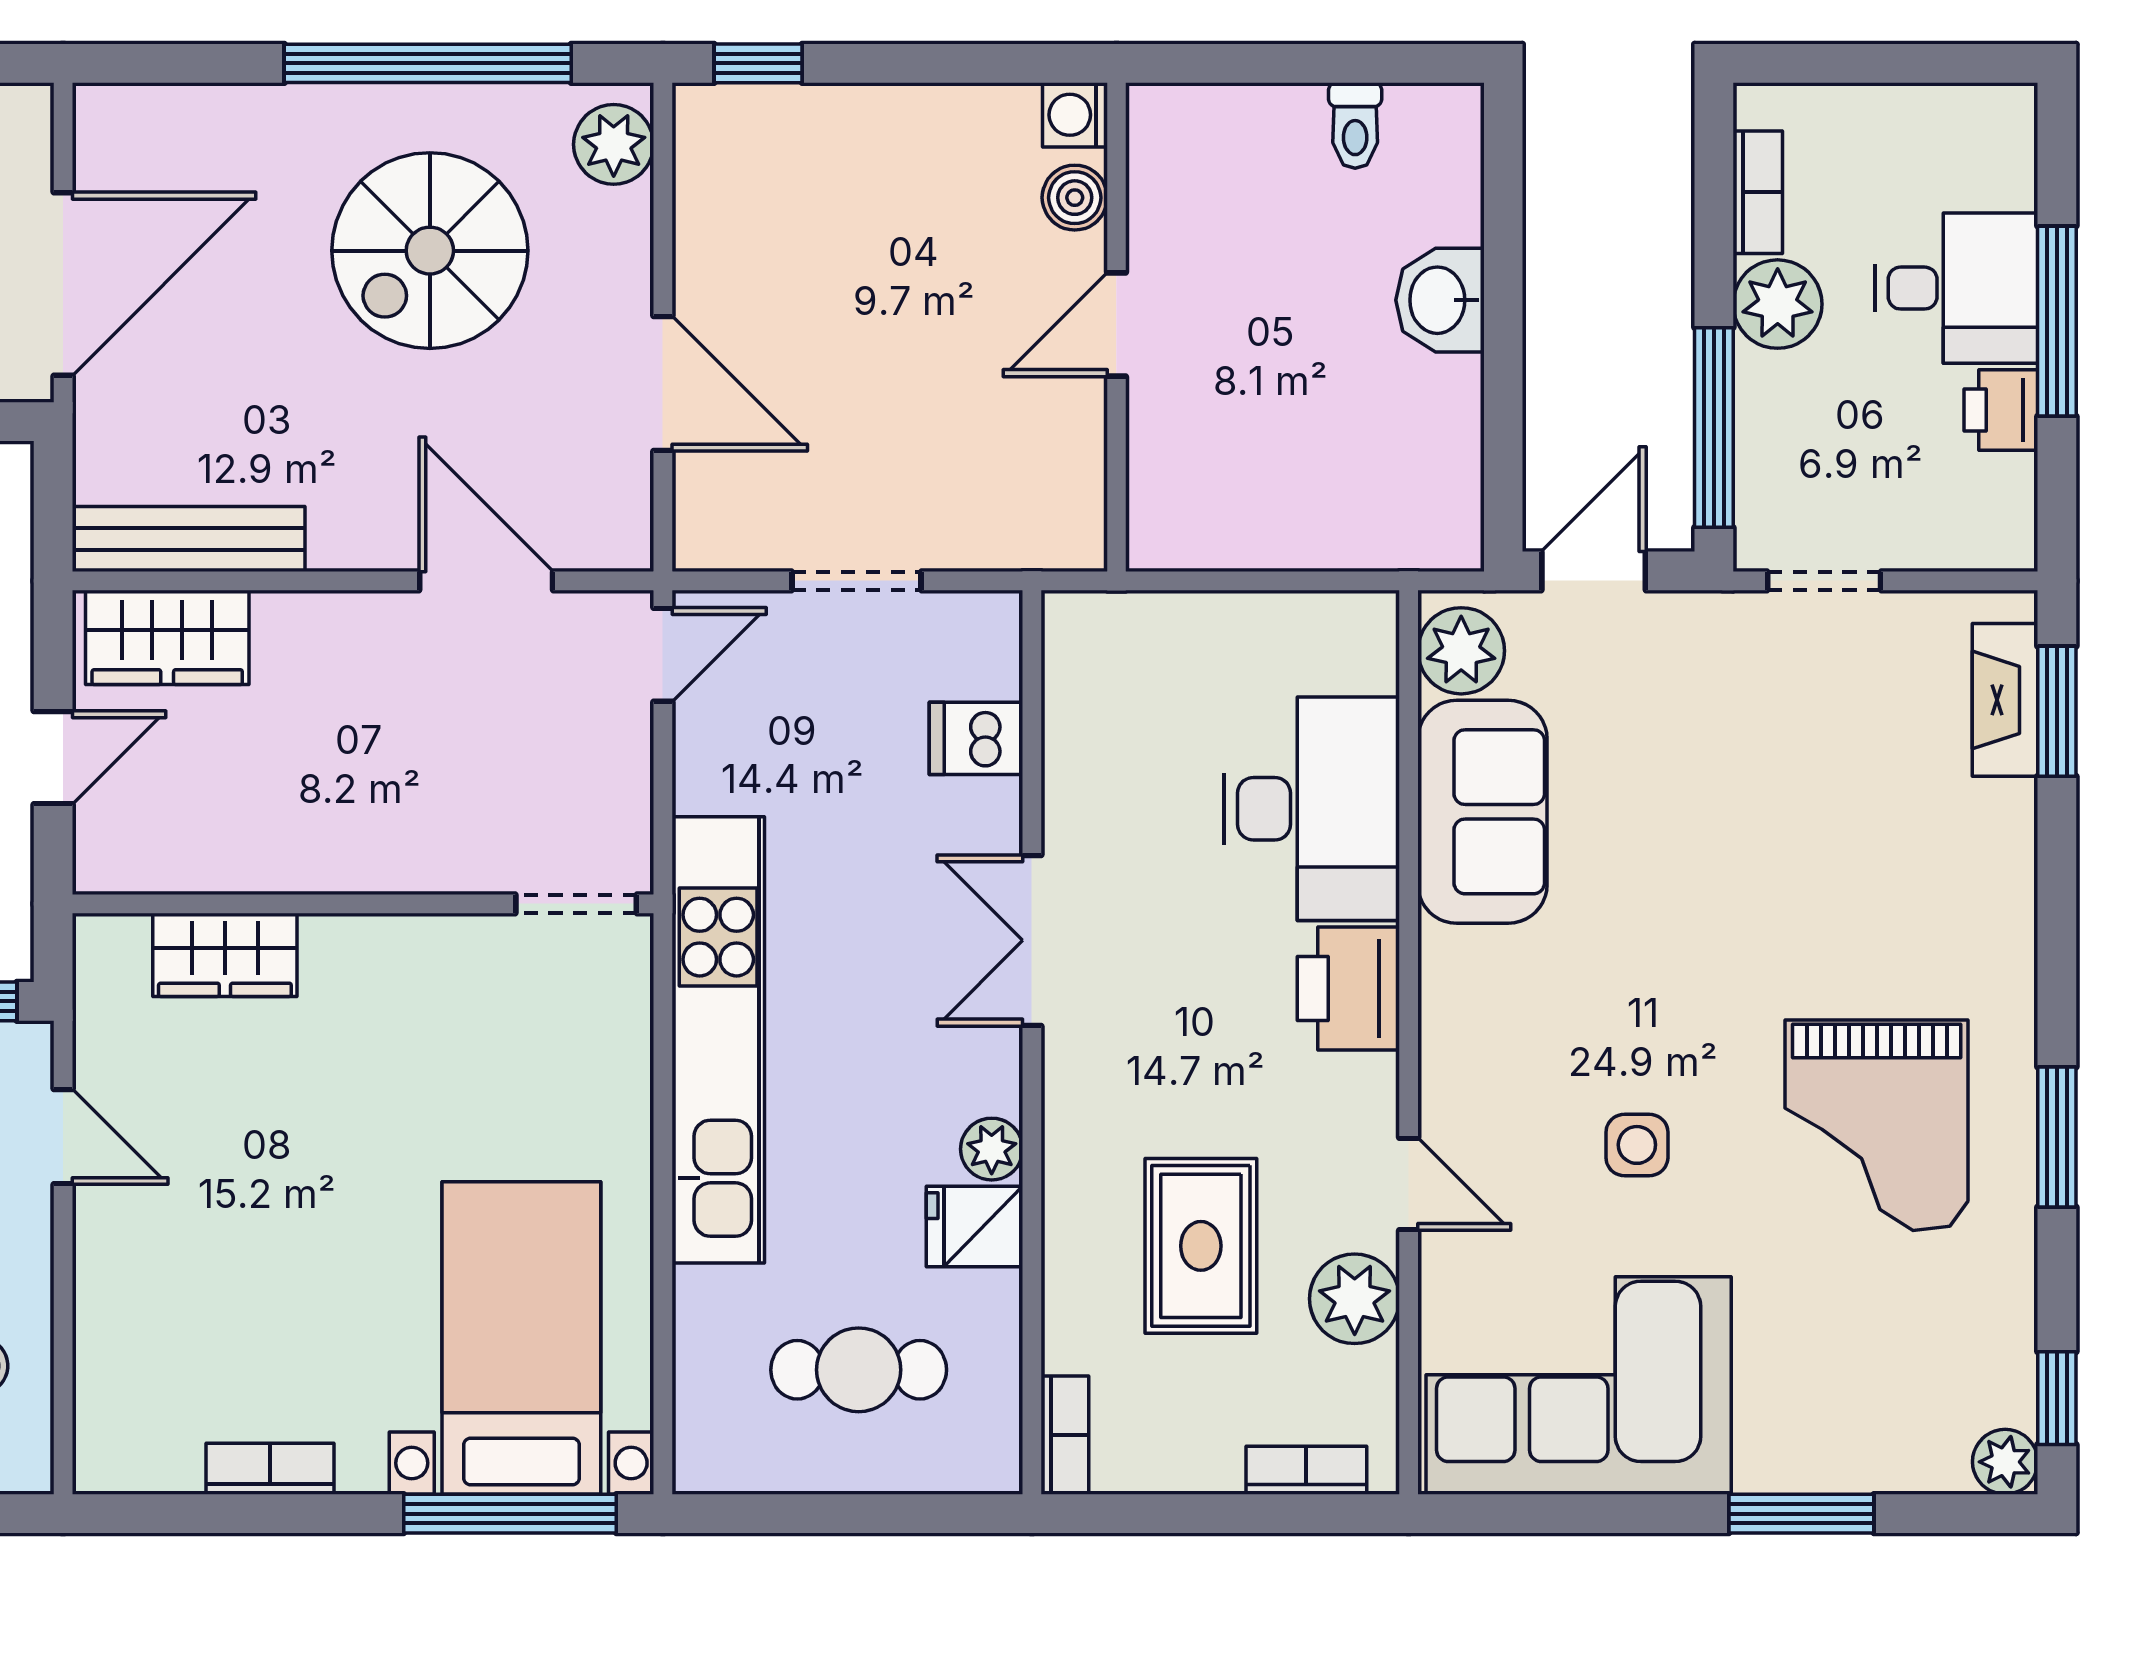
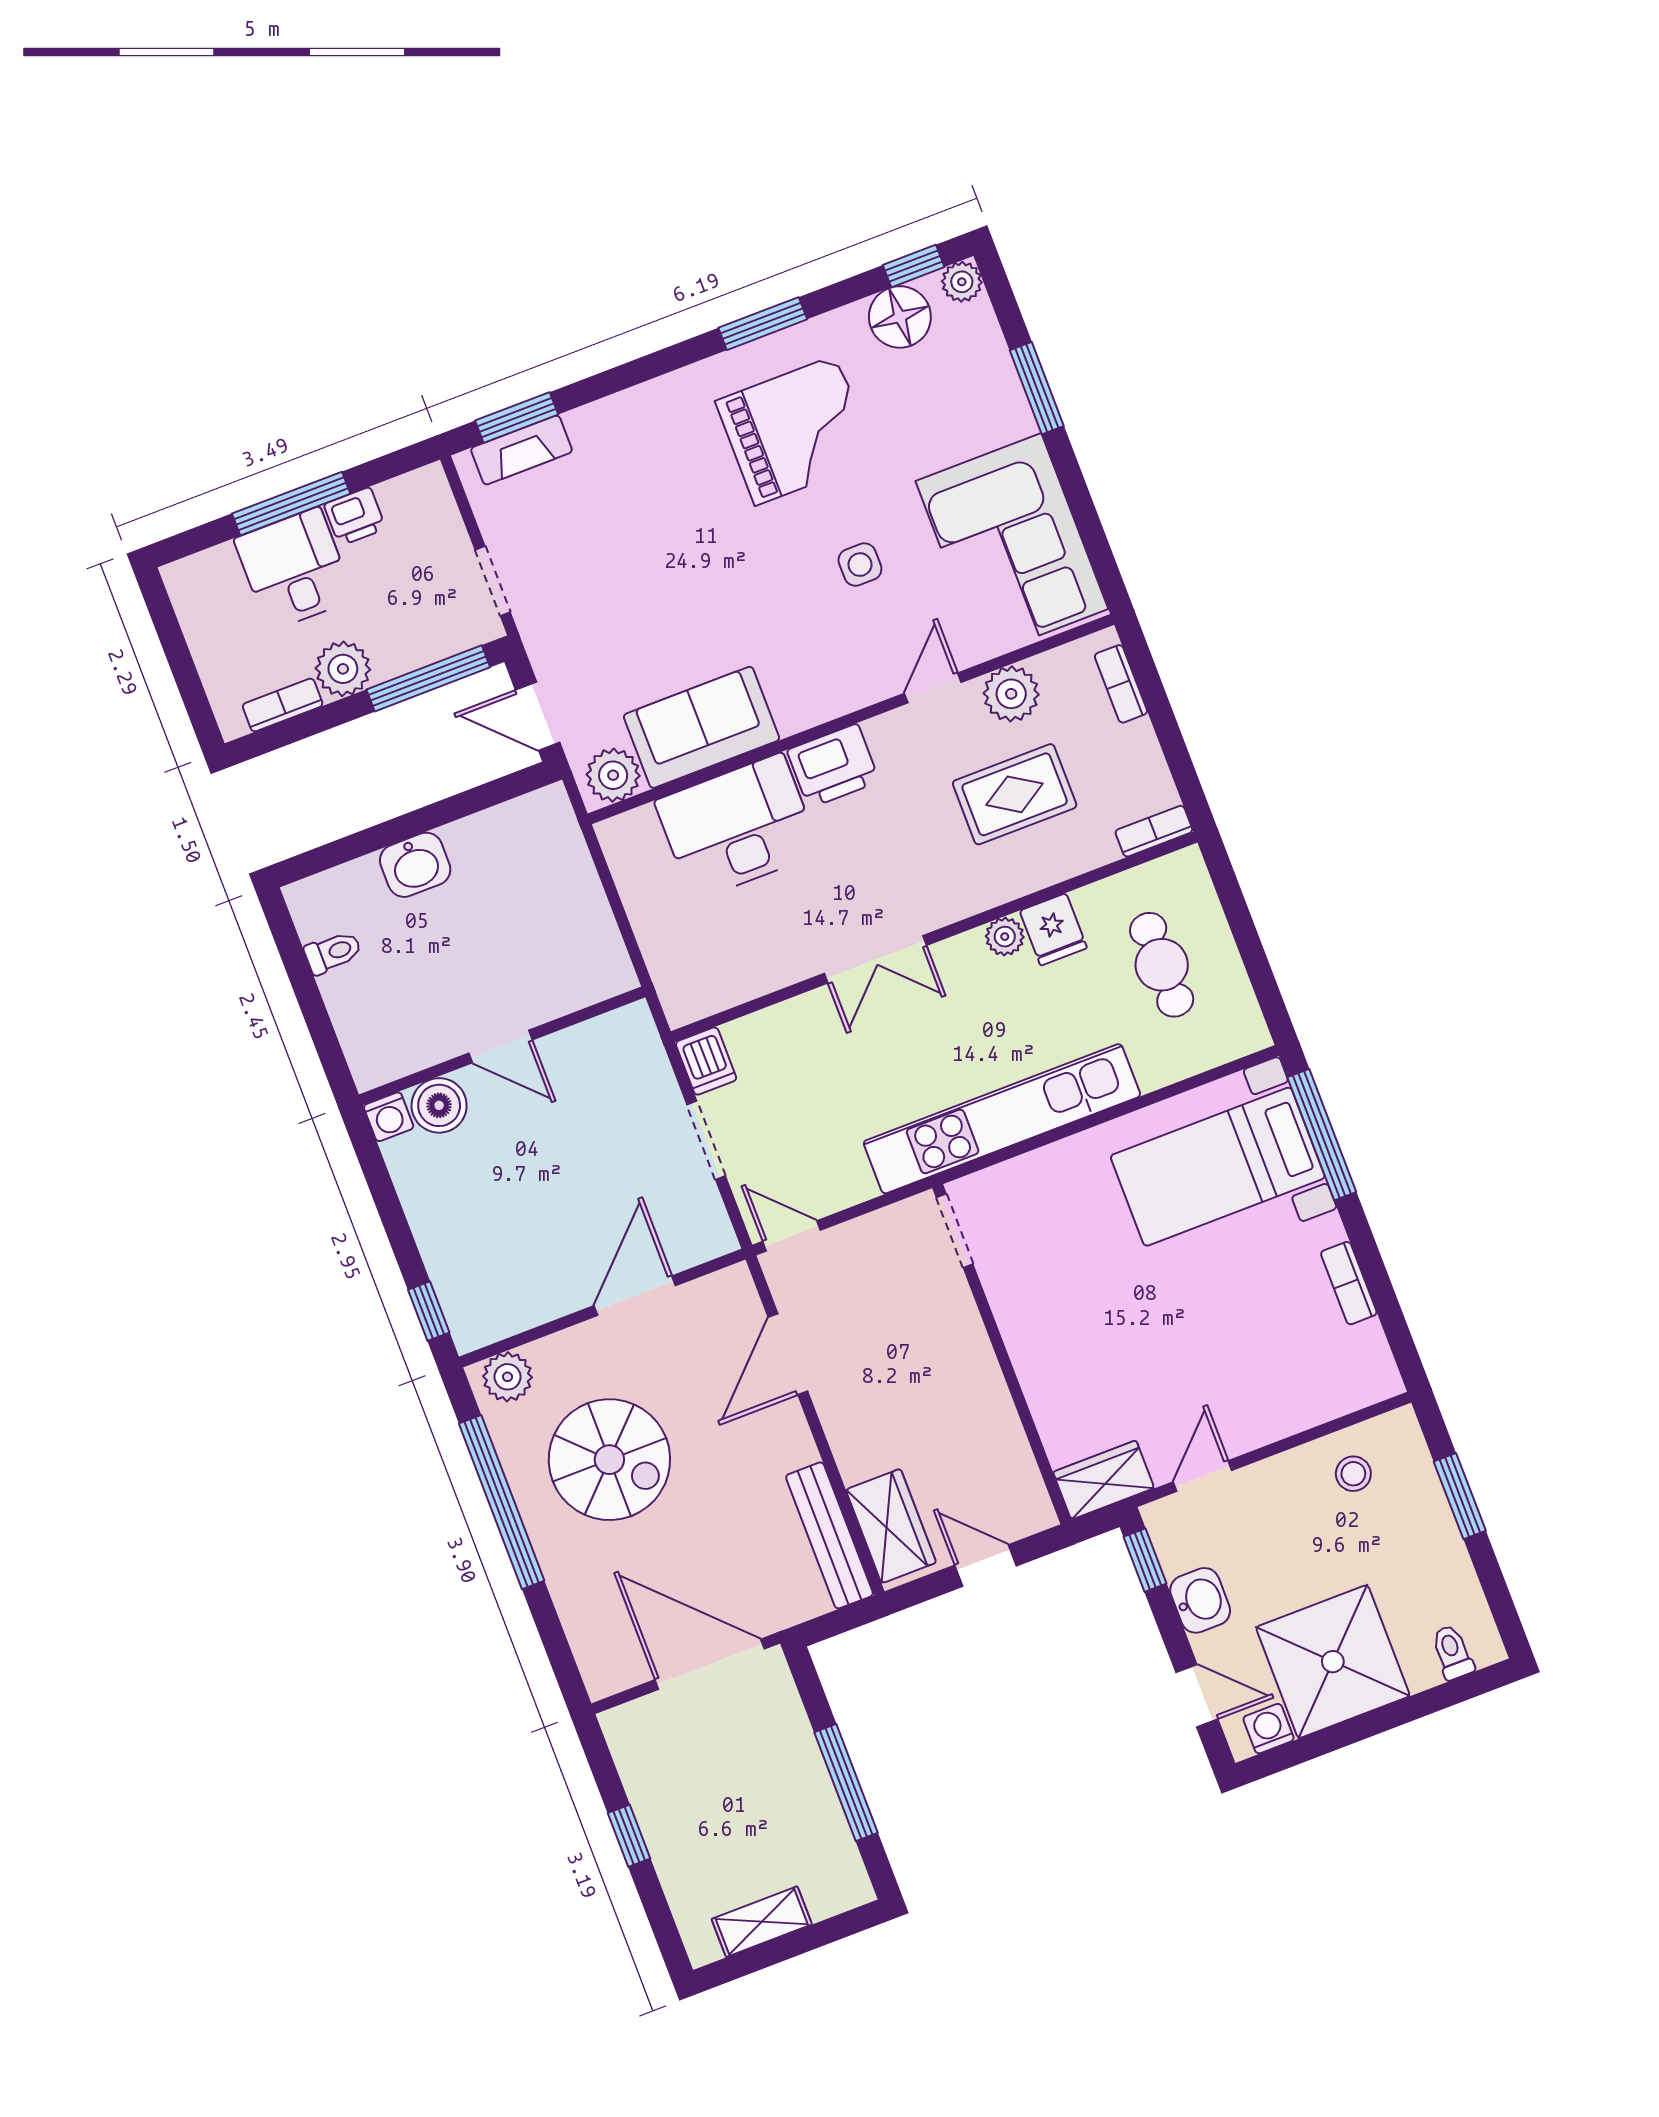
boiler: (1075, 198) -> (439, 1105), width x1.36, depth x1.36
dishwasher: (976, 738) -> (706, 1061), moved
wardrobe: (225, 955) -> (1104, 1480), moved, turned -90
floor lamp: (1988, 1348) -> (900, 317), added

